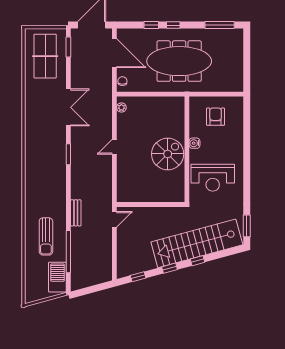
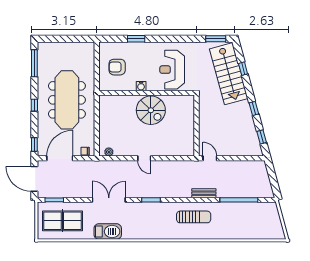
window: (151, 25) -> (34, 145), moved
window: (247, 138) -> (136, 39), added
spiral stairs: (168, 154) -> (151, 110), turned 180
reception desk: (213, 178) -> (172, 70), turned 180
sun lounger: (46, 236) -> (194, 217), moved
stairs: (197, 243) -> (229, 74), width x0.73
window: (197, 261) -> (243, 69), moved
barbecue: (57, 277) -> (108, 231), moved, turned 180

